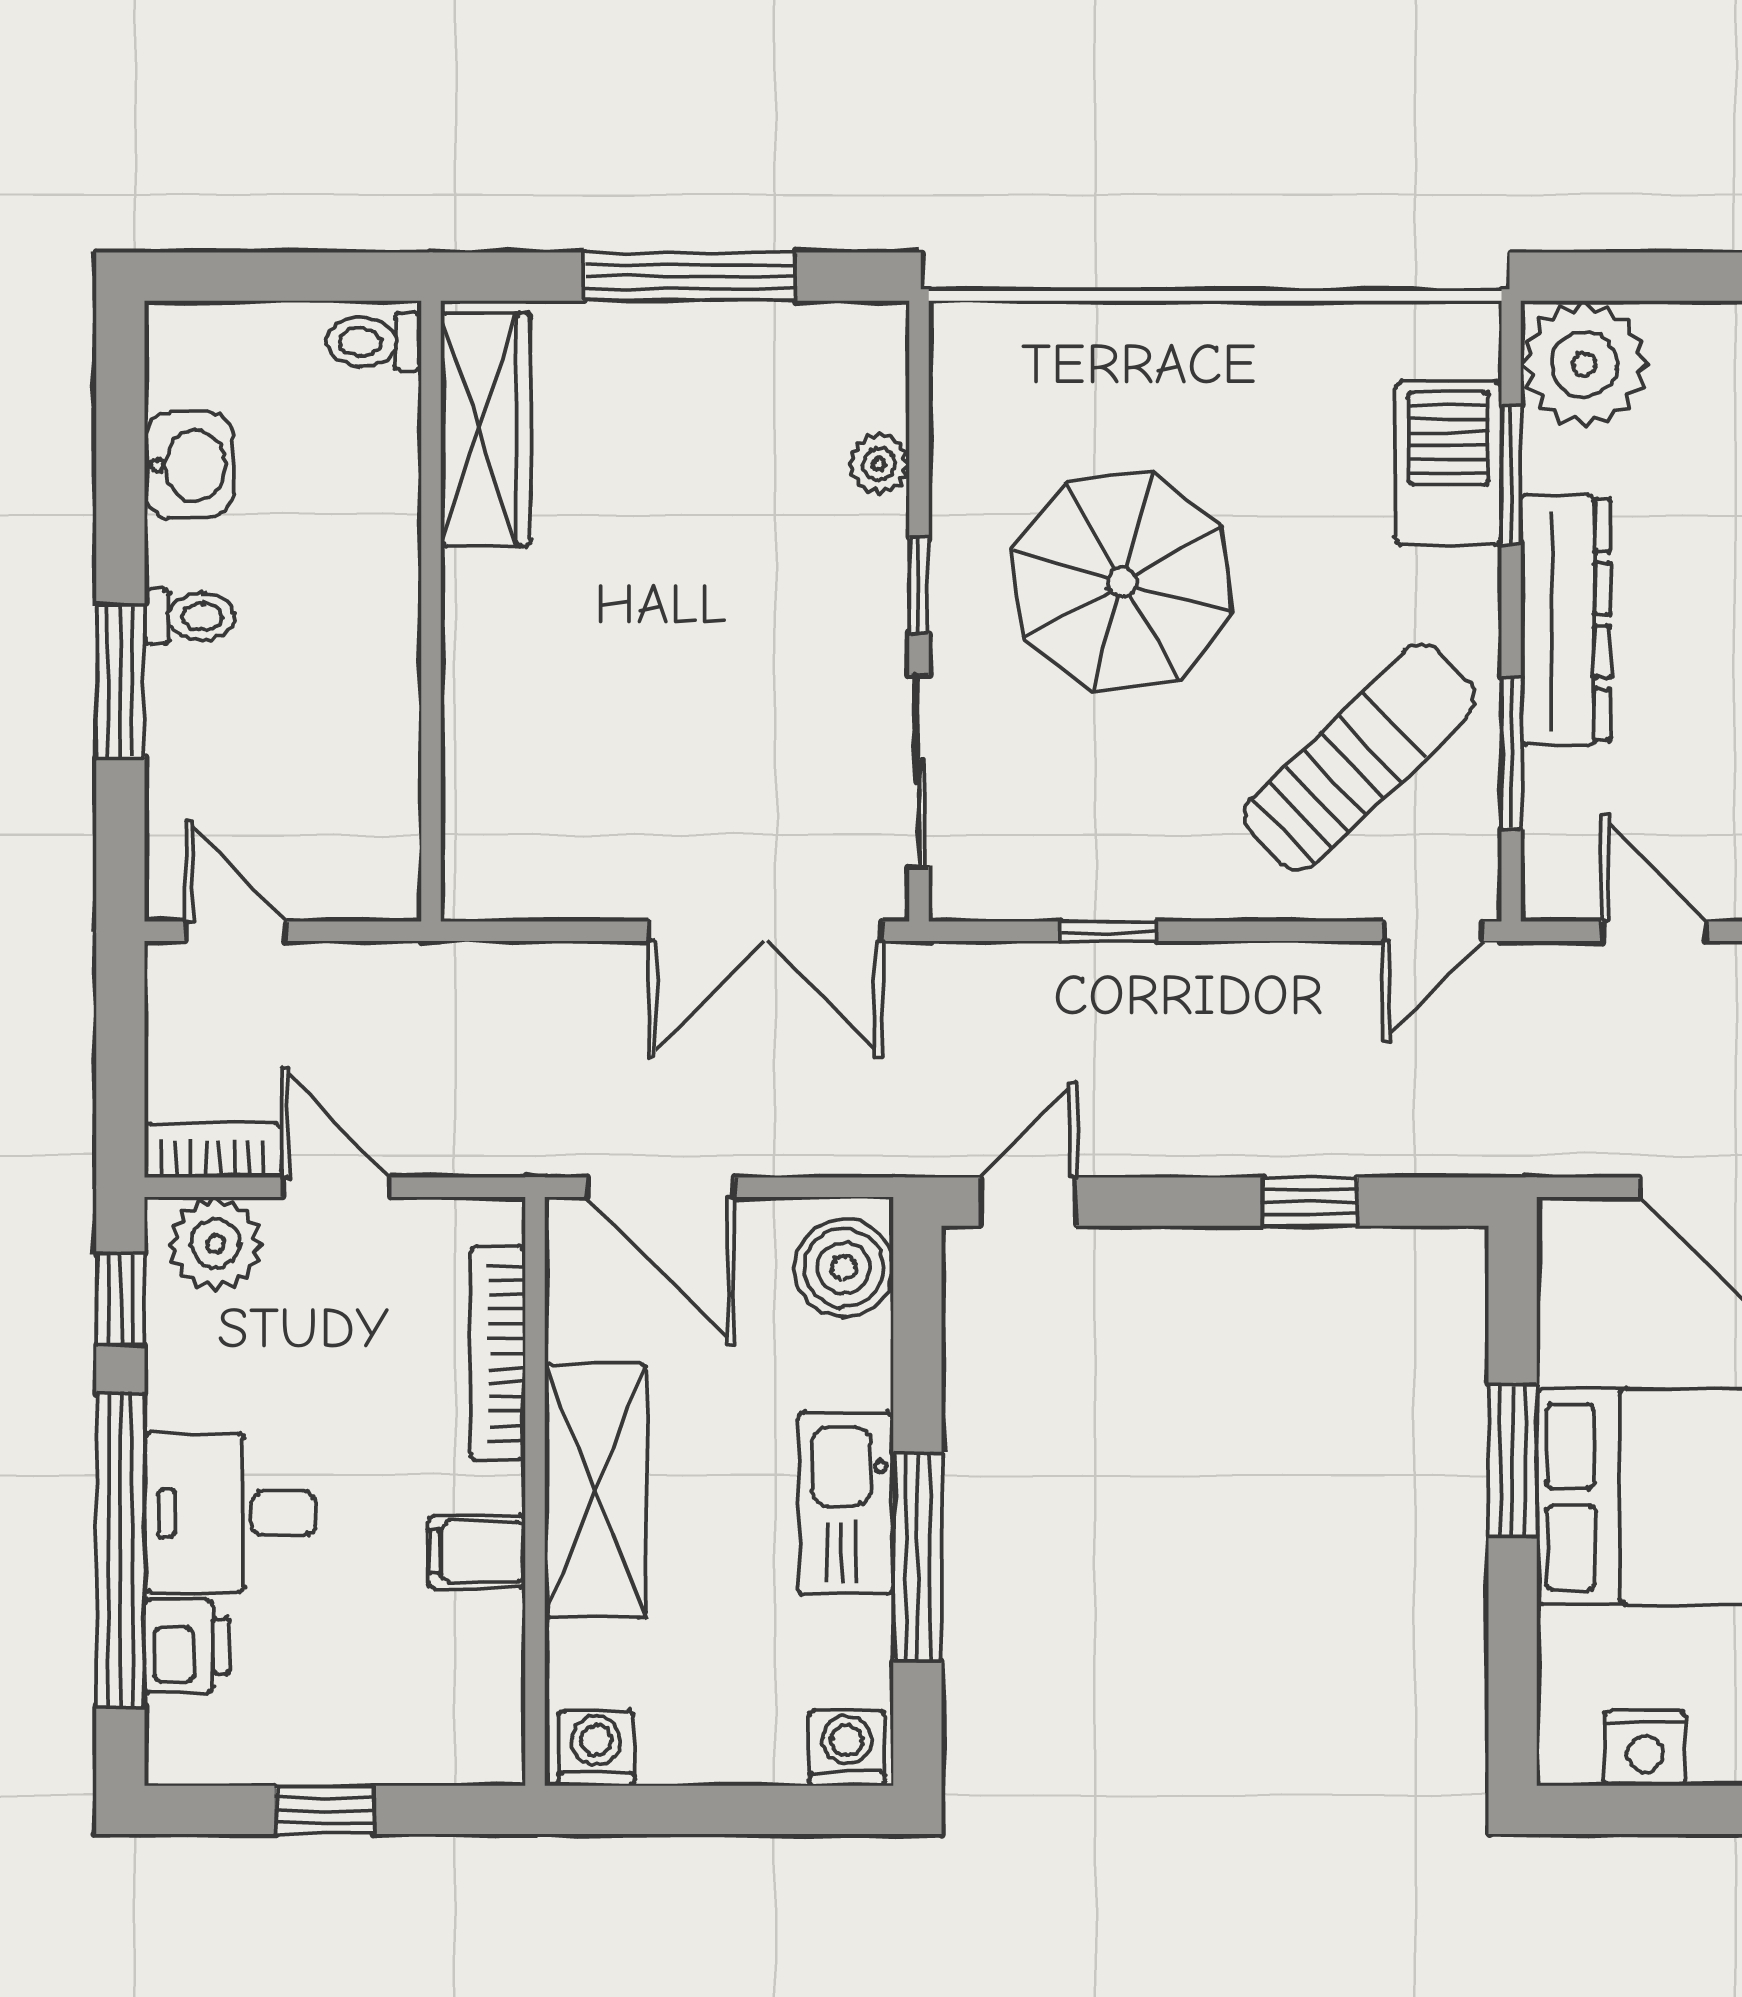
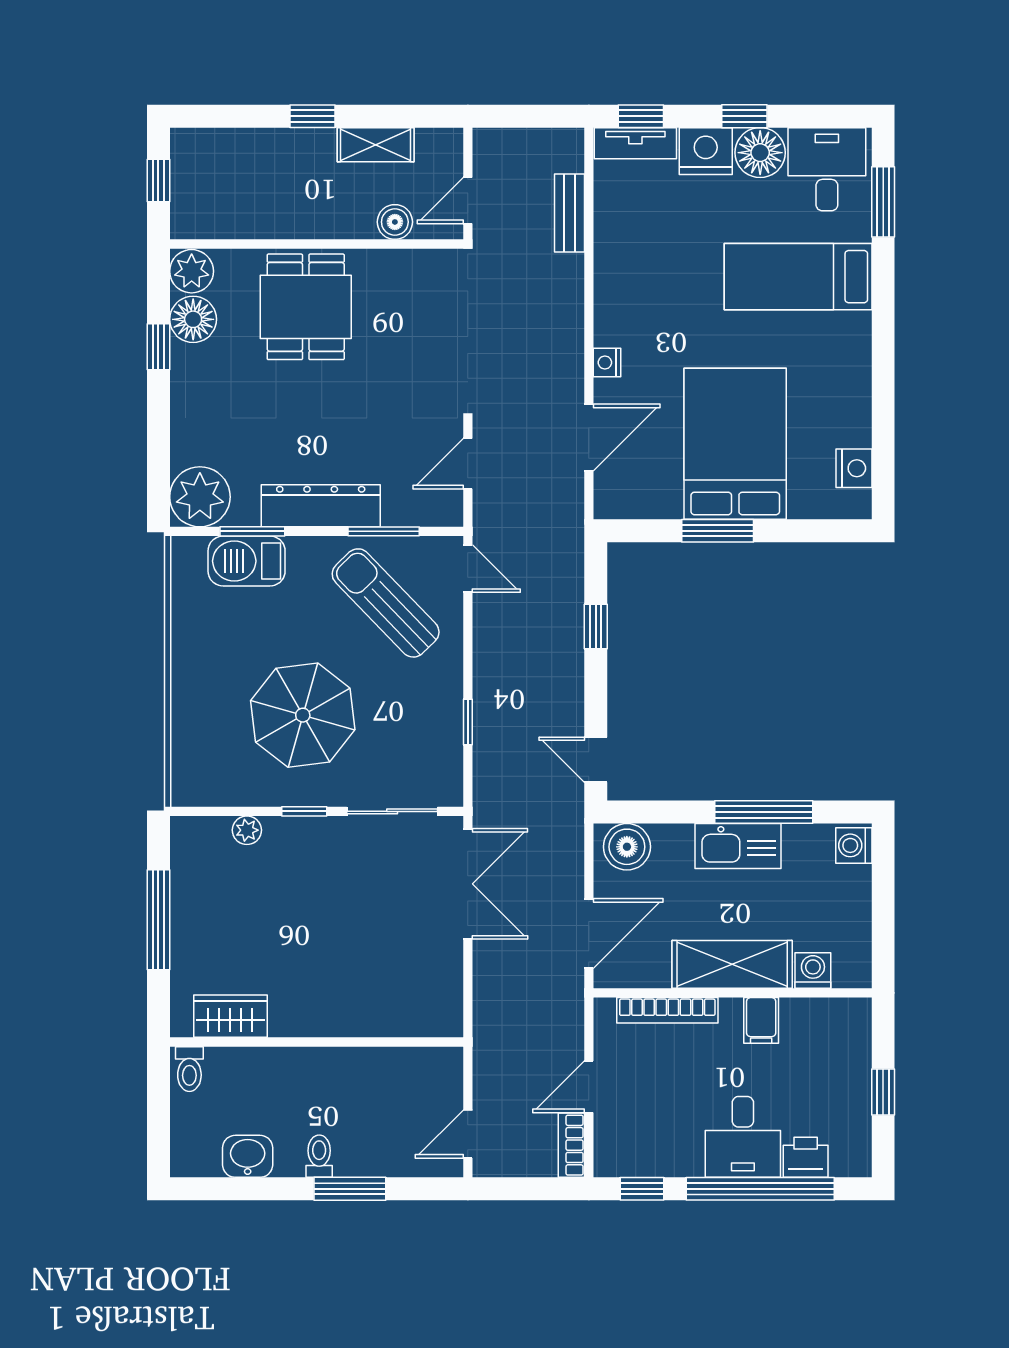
wardrobe: (486, 429) -> (230, 1016), width x0.67
plant: (216, 1244) -> (616, 1144), removed
washing machine: (596, 1748) -> (813, 971), moved, turned 90

